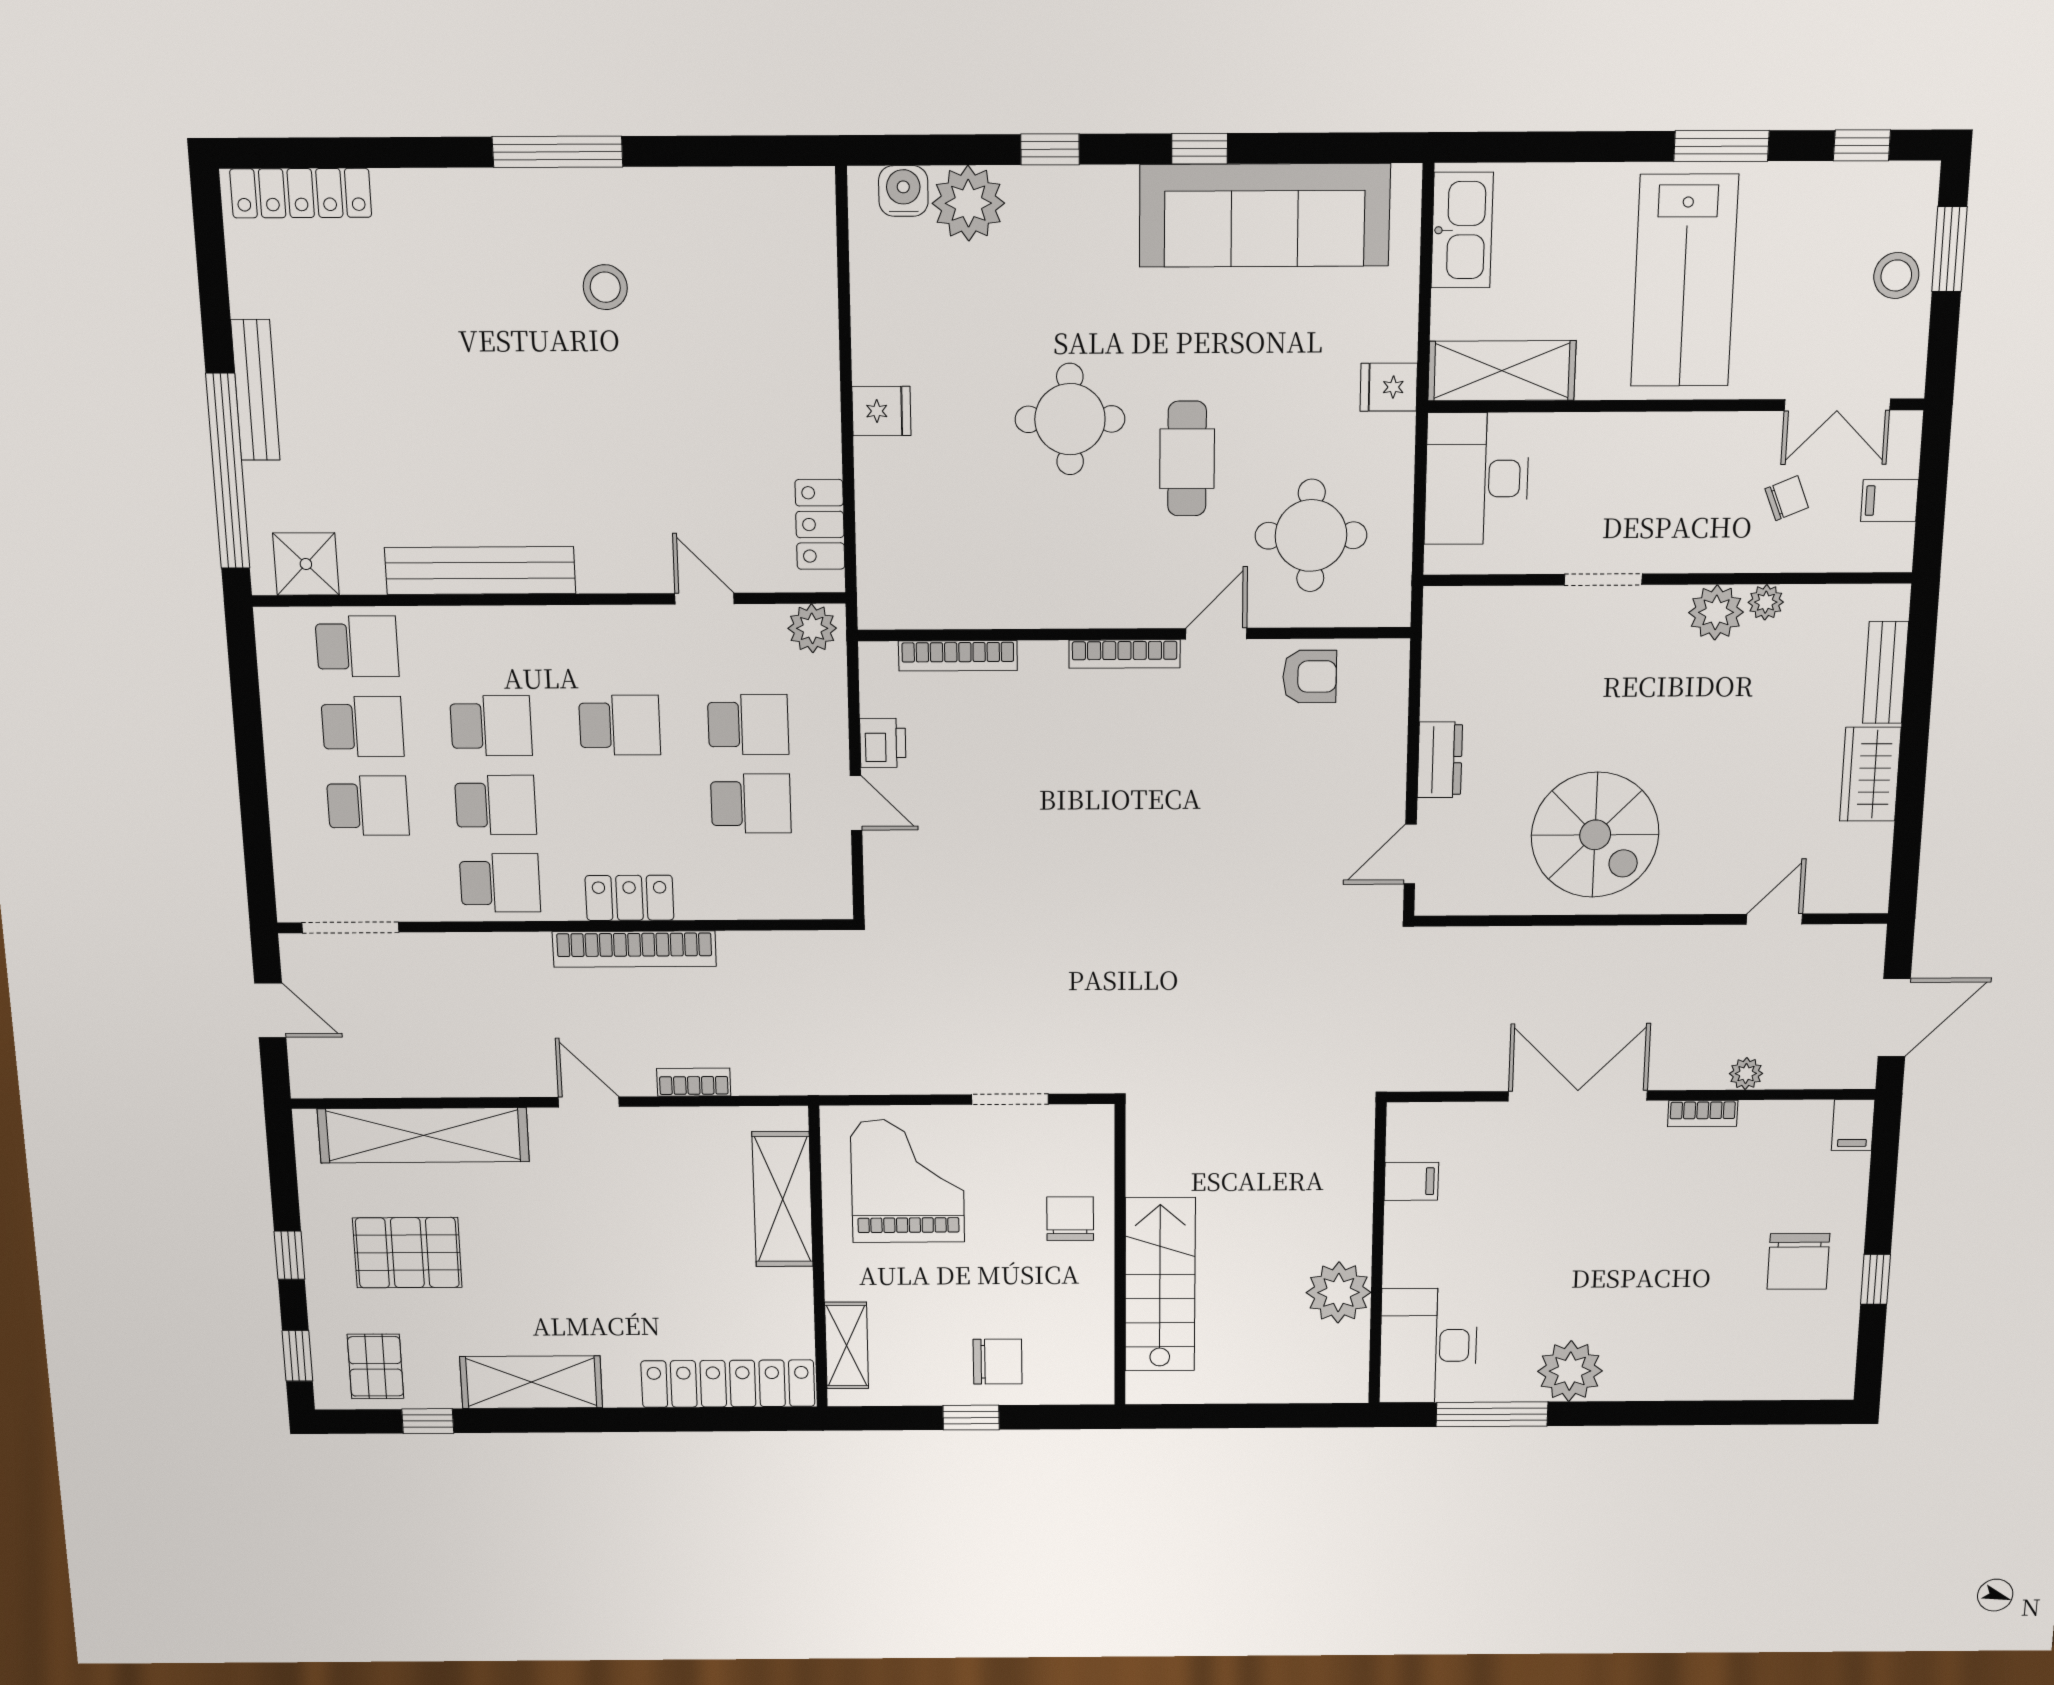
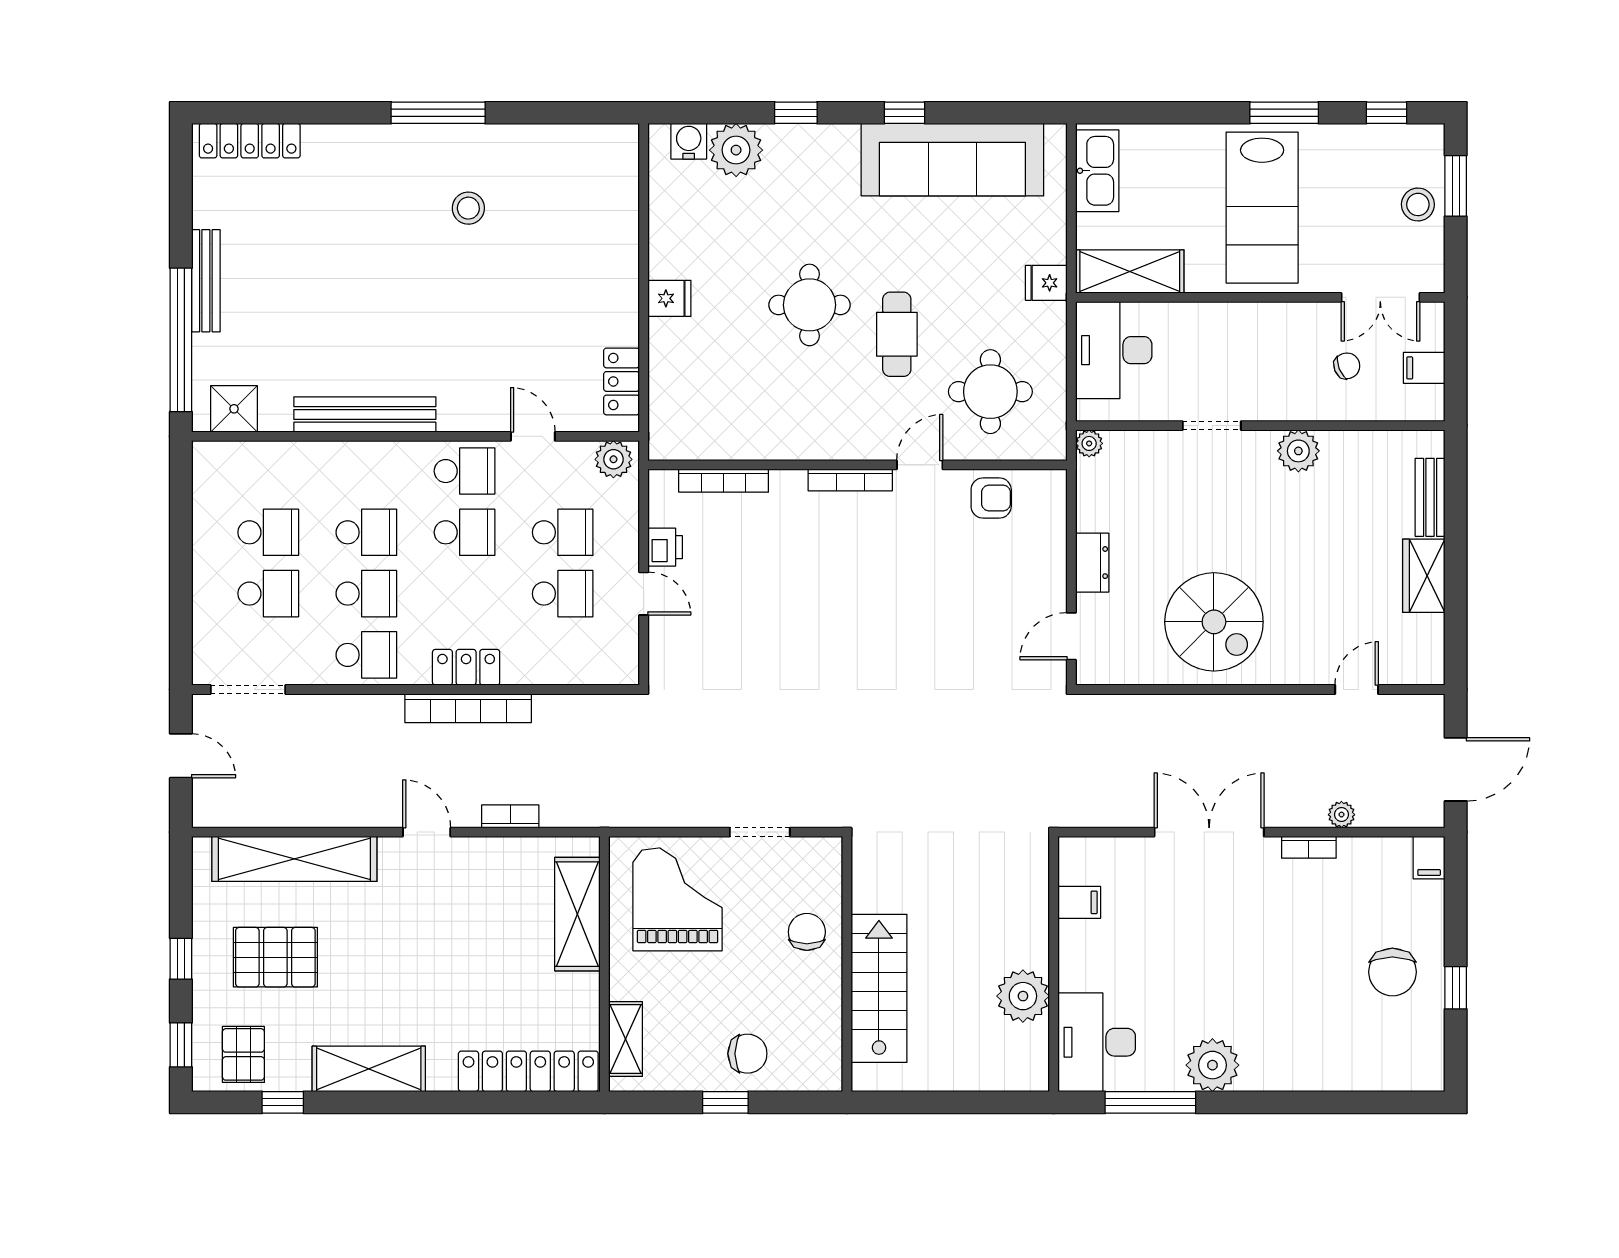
plant: (1766, 602) -> (1089, 443), moved
school desk: (357, 646) -> (465, 471), moved

